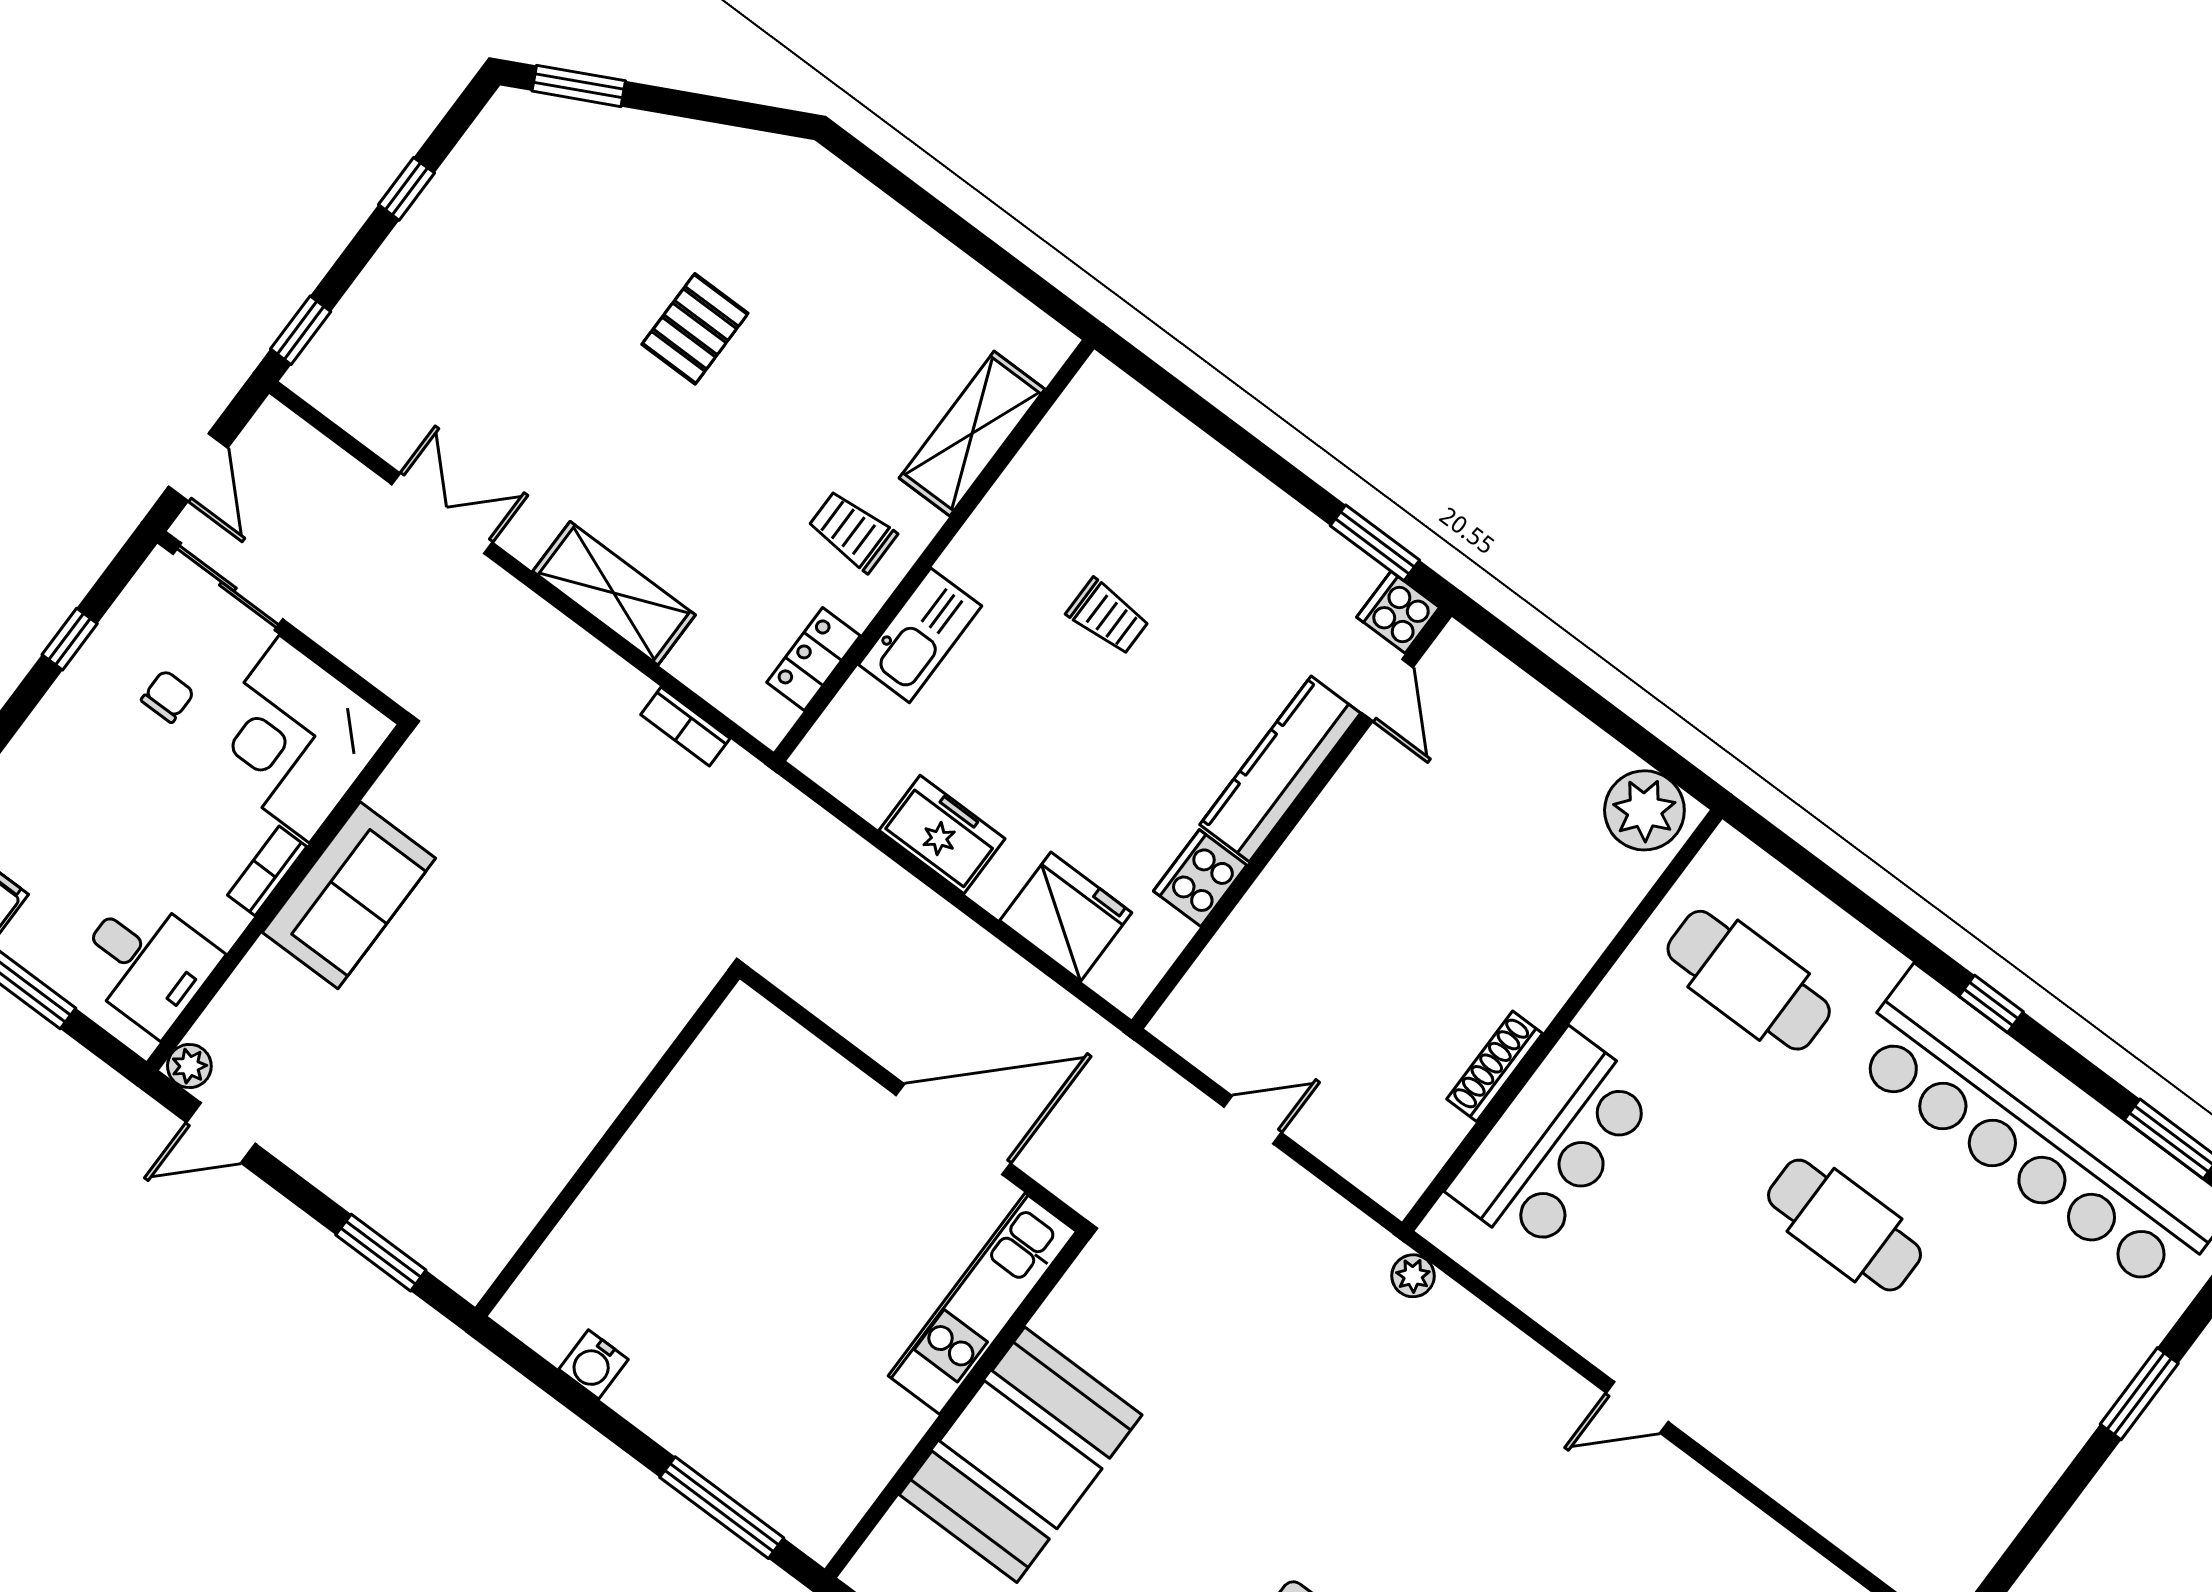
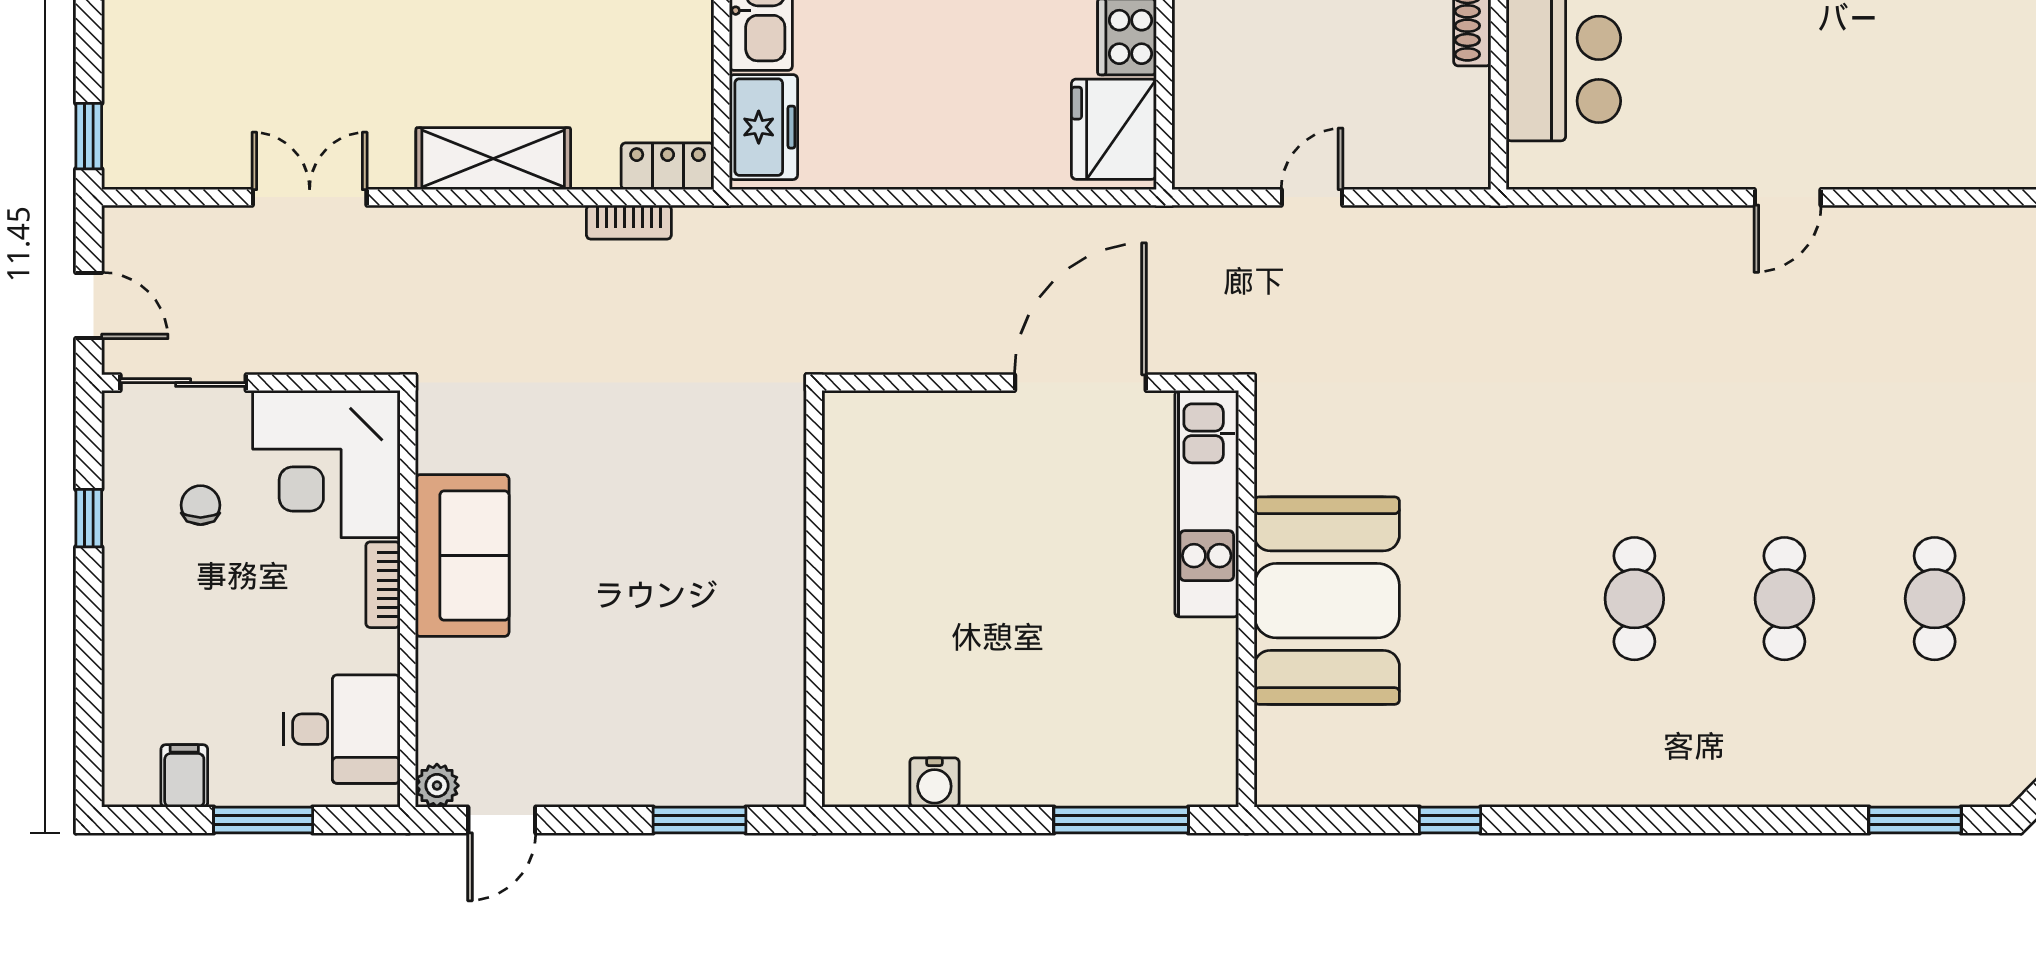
locker: (814, 659) -> (668, 166), moved, turned 90
freezer: (942, 835) -> (763, 127), moved, turned 90
fridge: (1066, 917) -> (1114, 129), moved, turned -90
plant: (1413, 1276) -> (1532, 226), removed

